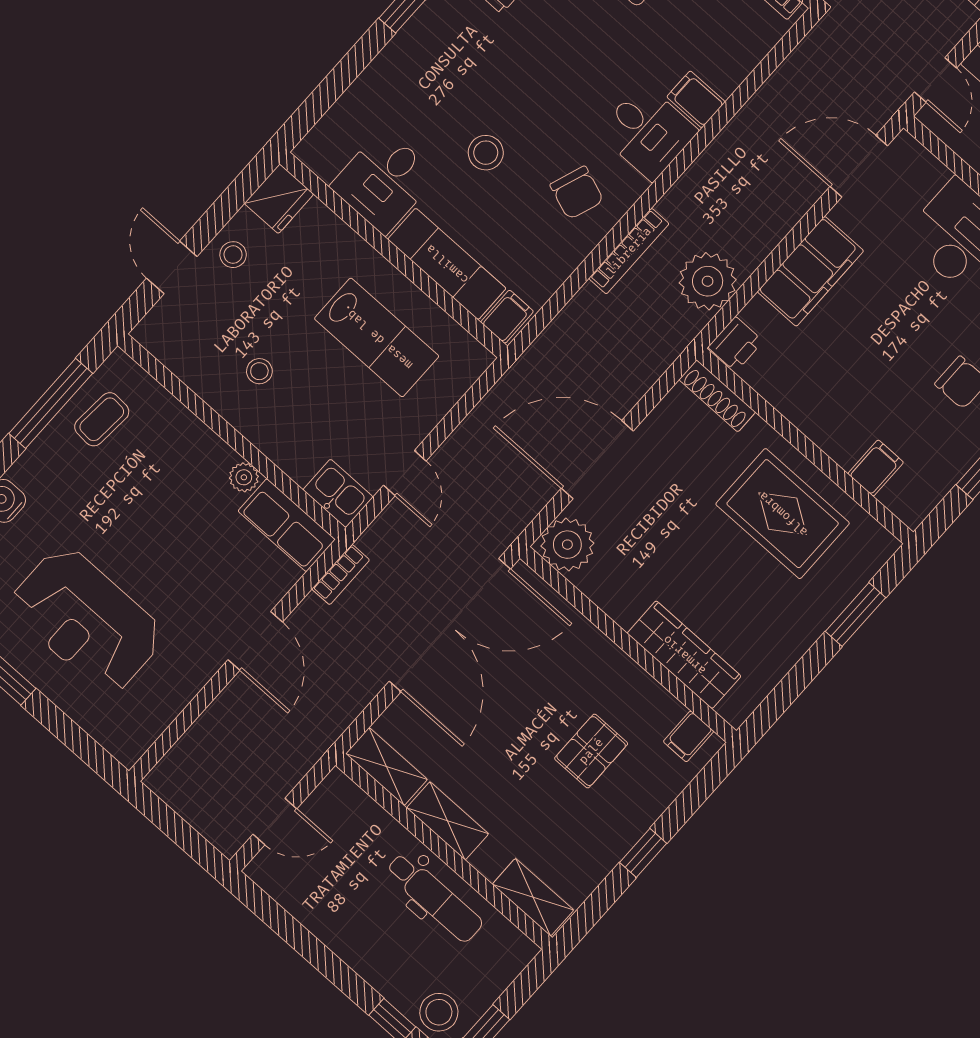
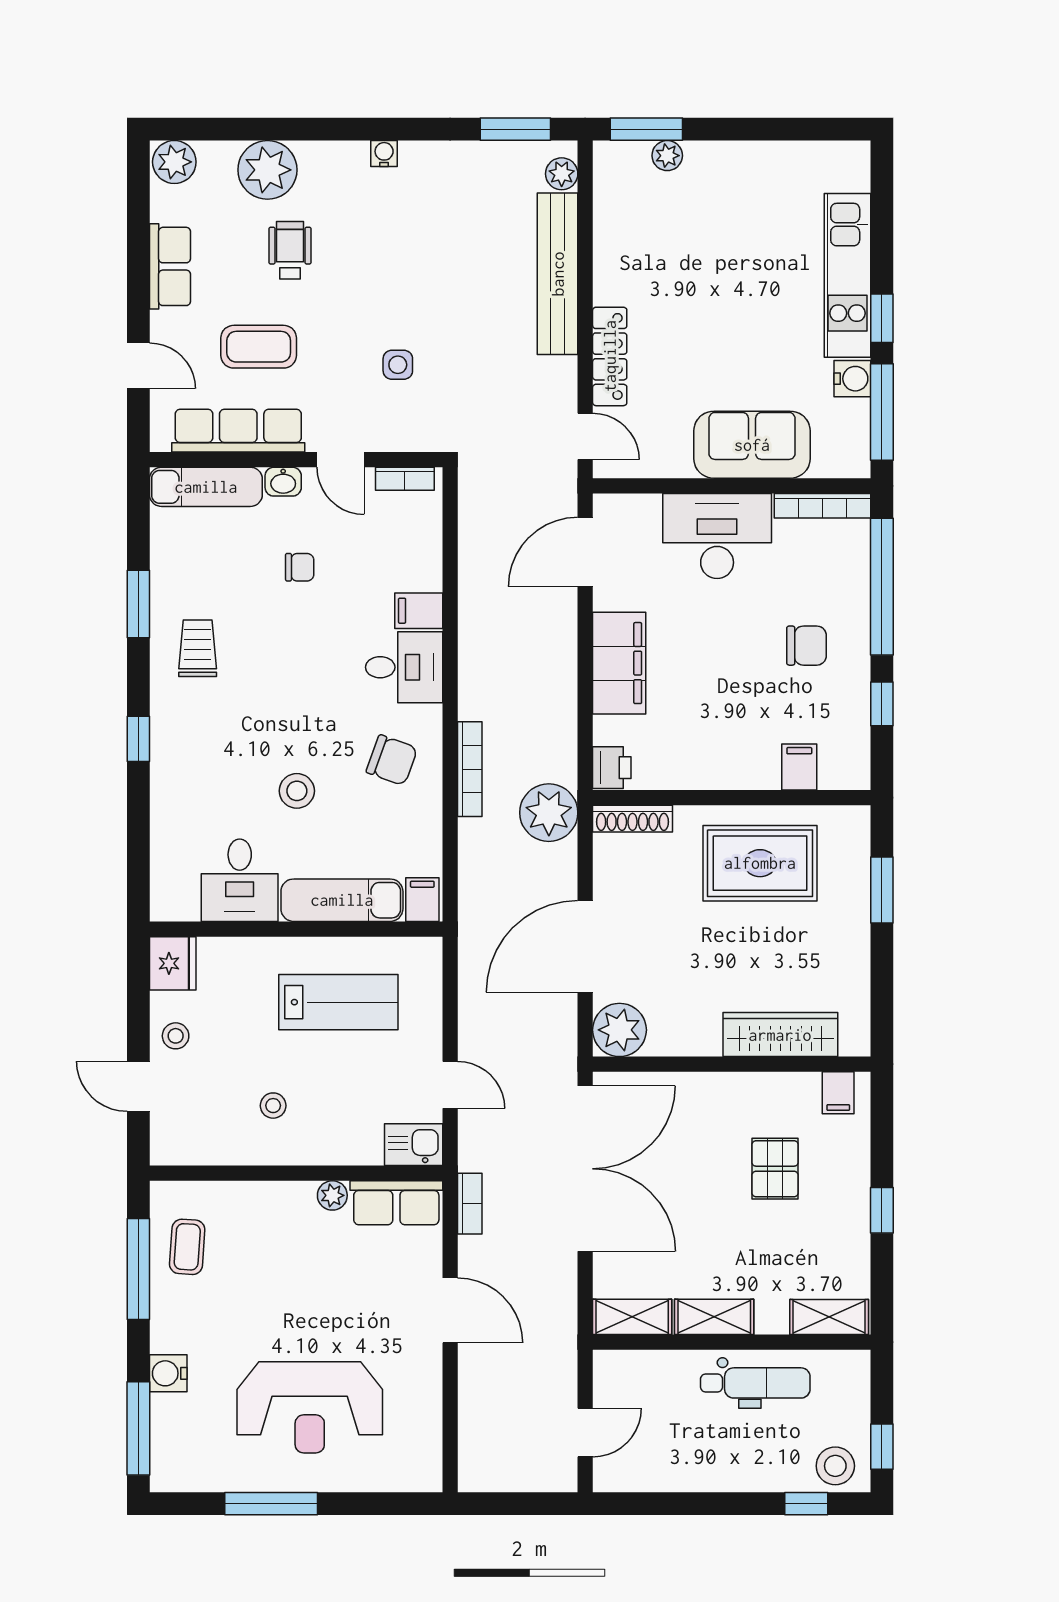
plant: (708, 281) -> (549, 813), moved

